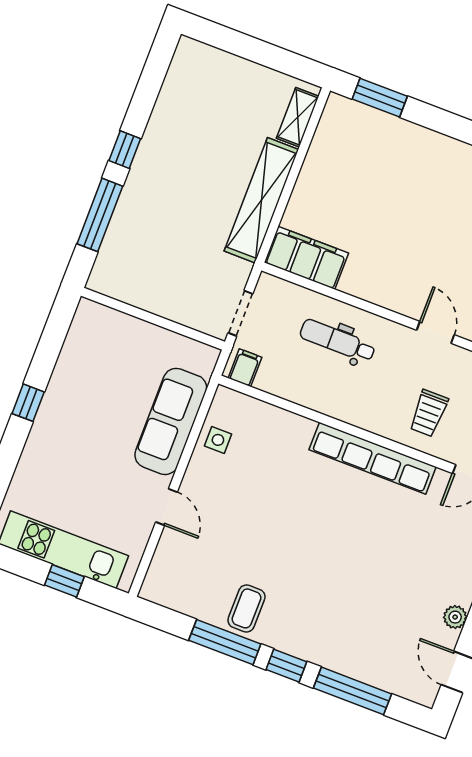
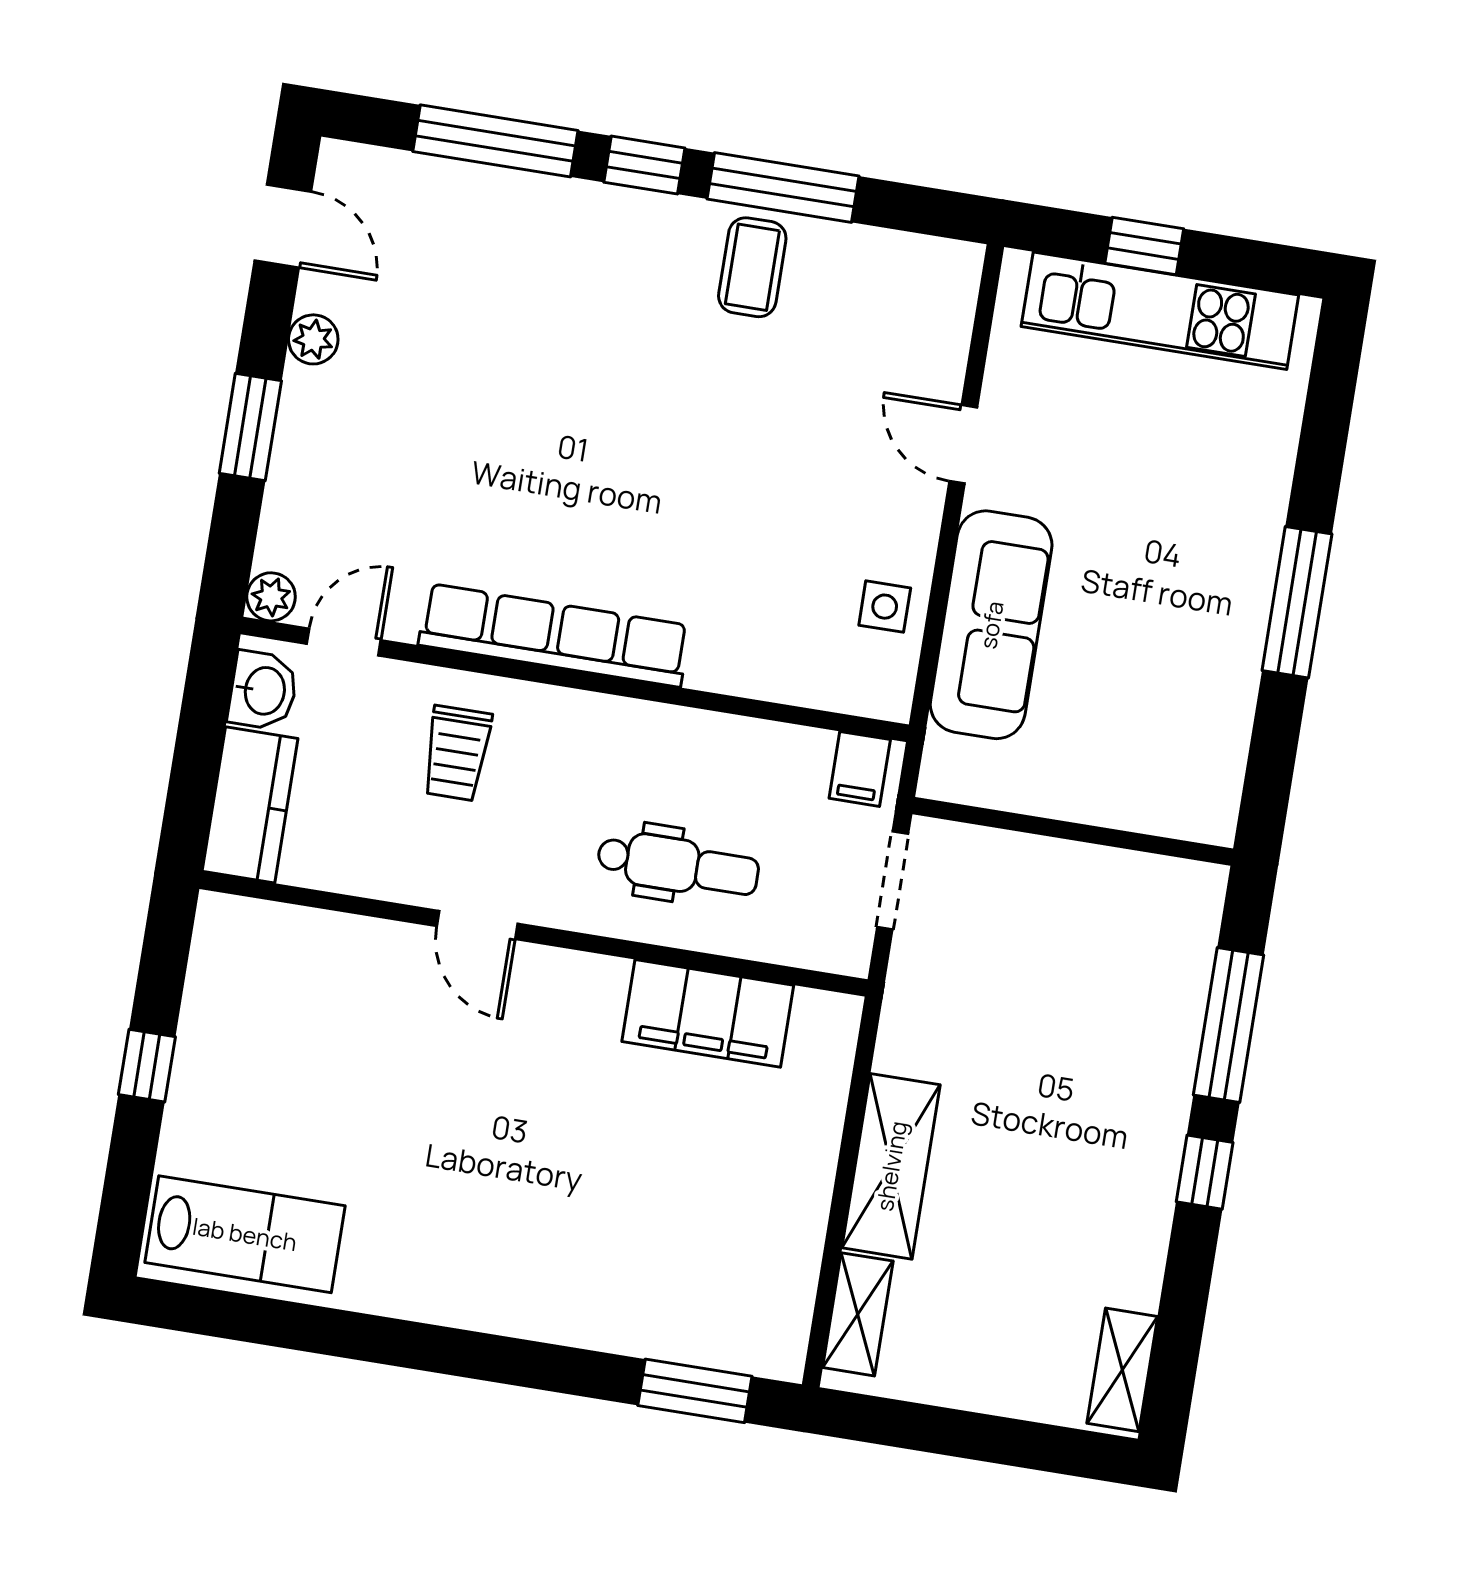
shelving: (181, 67) -> (1122, 1370), added
shelving: (261, 200) -> (891, 1166), width x0.68
filing cabinet: (306, 258) -> (708, 1013), moved
window: (28, 403) -> (1297, 602), width x2.17
trolley: (429, 413) -> (457, 753), turned 180

